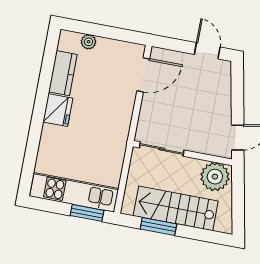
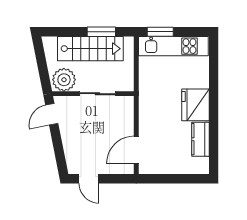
plant: (89, 42) -> (185, 168), removed
fridge: (58, 110) -> (195, 105), width x1.36, depth x1.34
sliding door: (162, 149) -> (98, 94), moved

